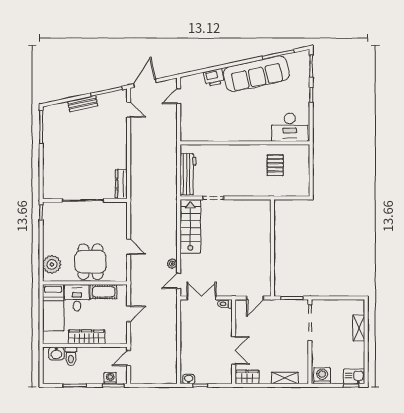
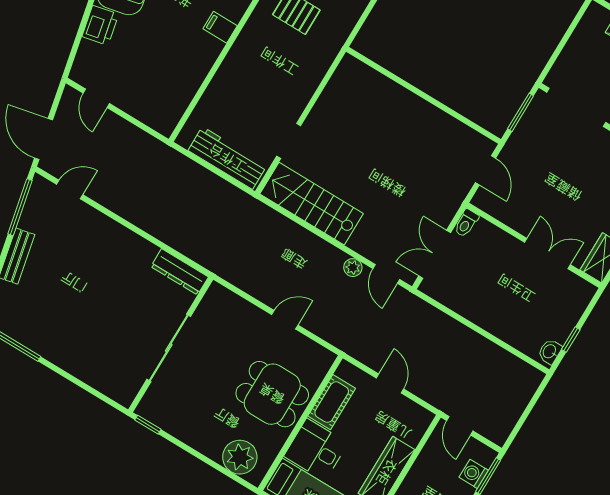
filing cabinet: (247, 134) -> (220, 27), added

